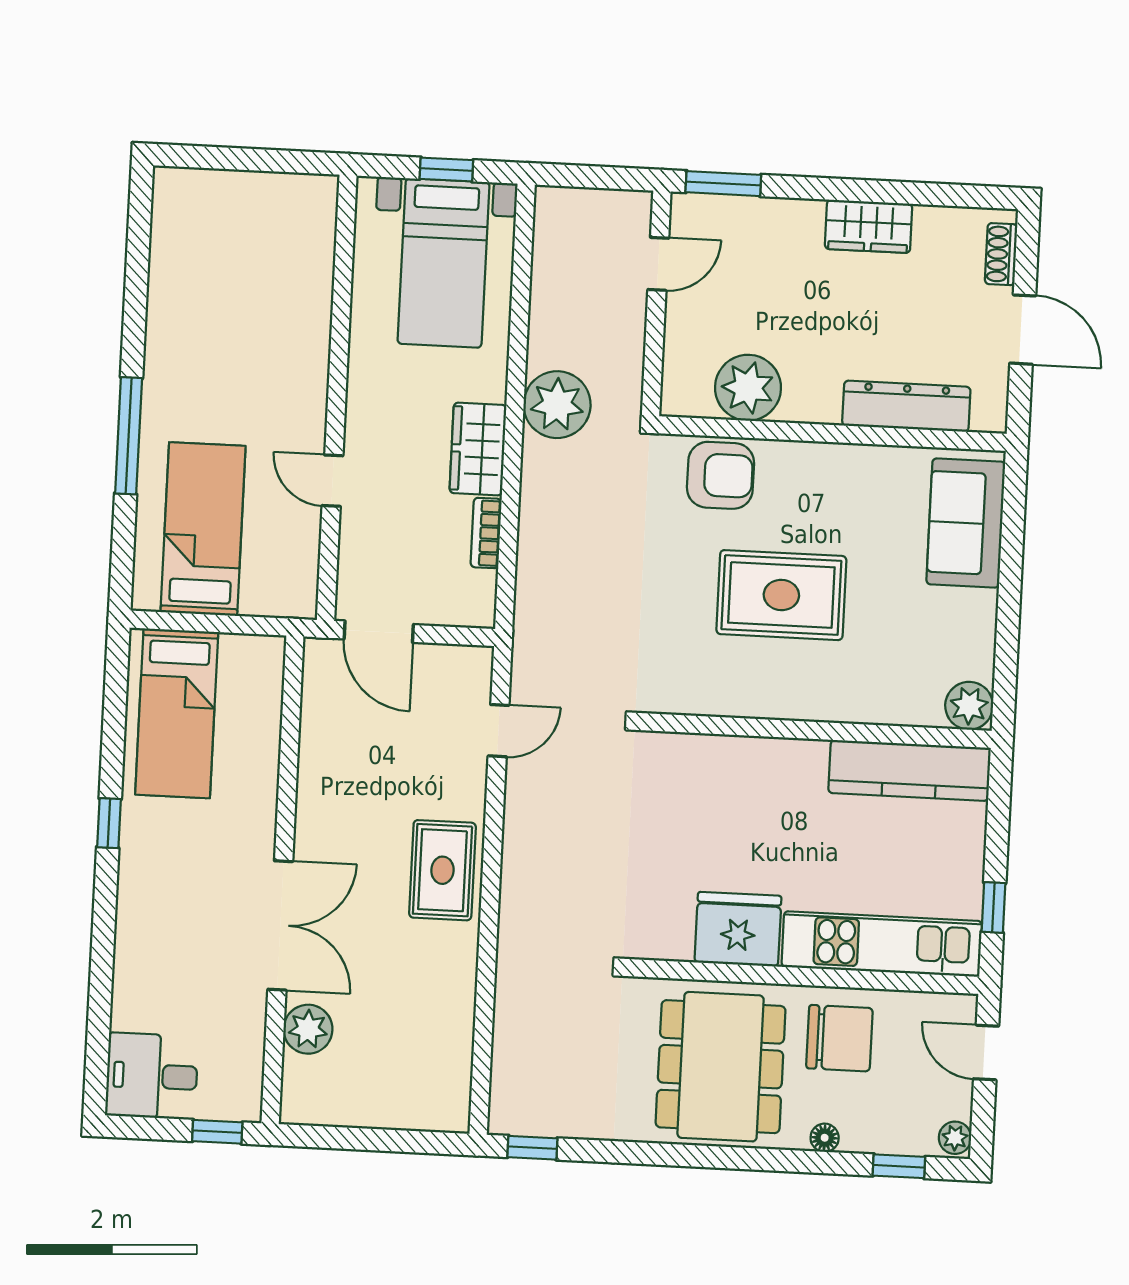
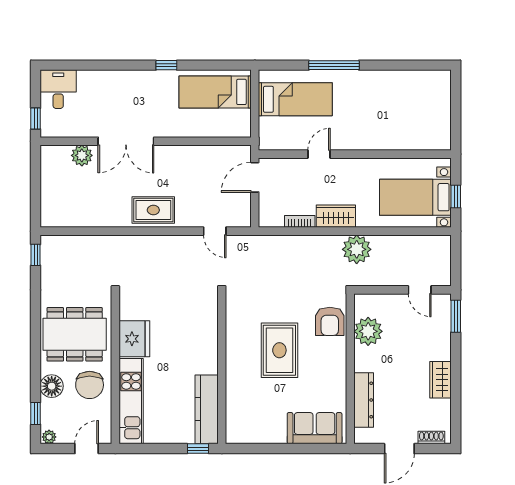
plant: (969, 706) -> (236, 434), removed
window: (993, 907) -> (198, 449), moved
floor lamp: (825, 1138) -> (52, 386), width x1.89, depth x1.89

